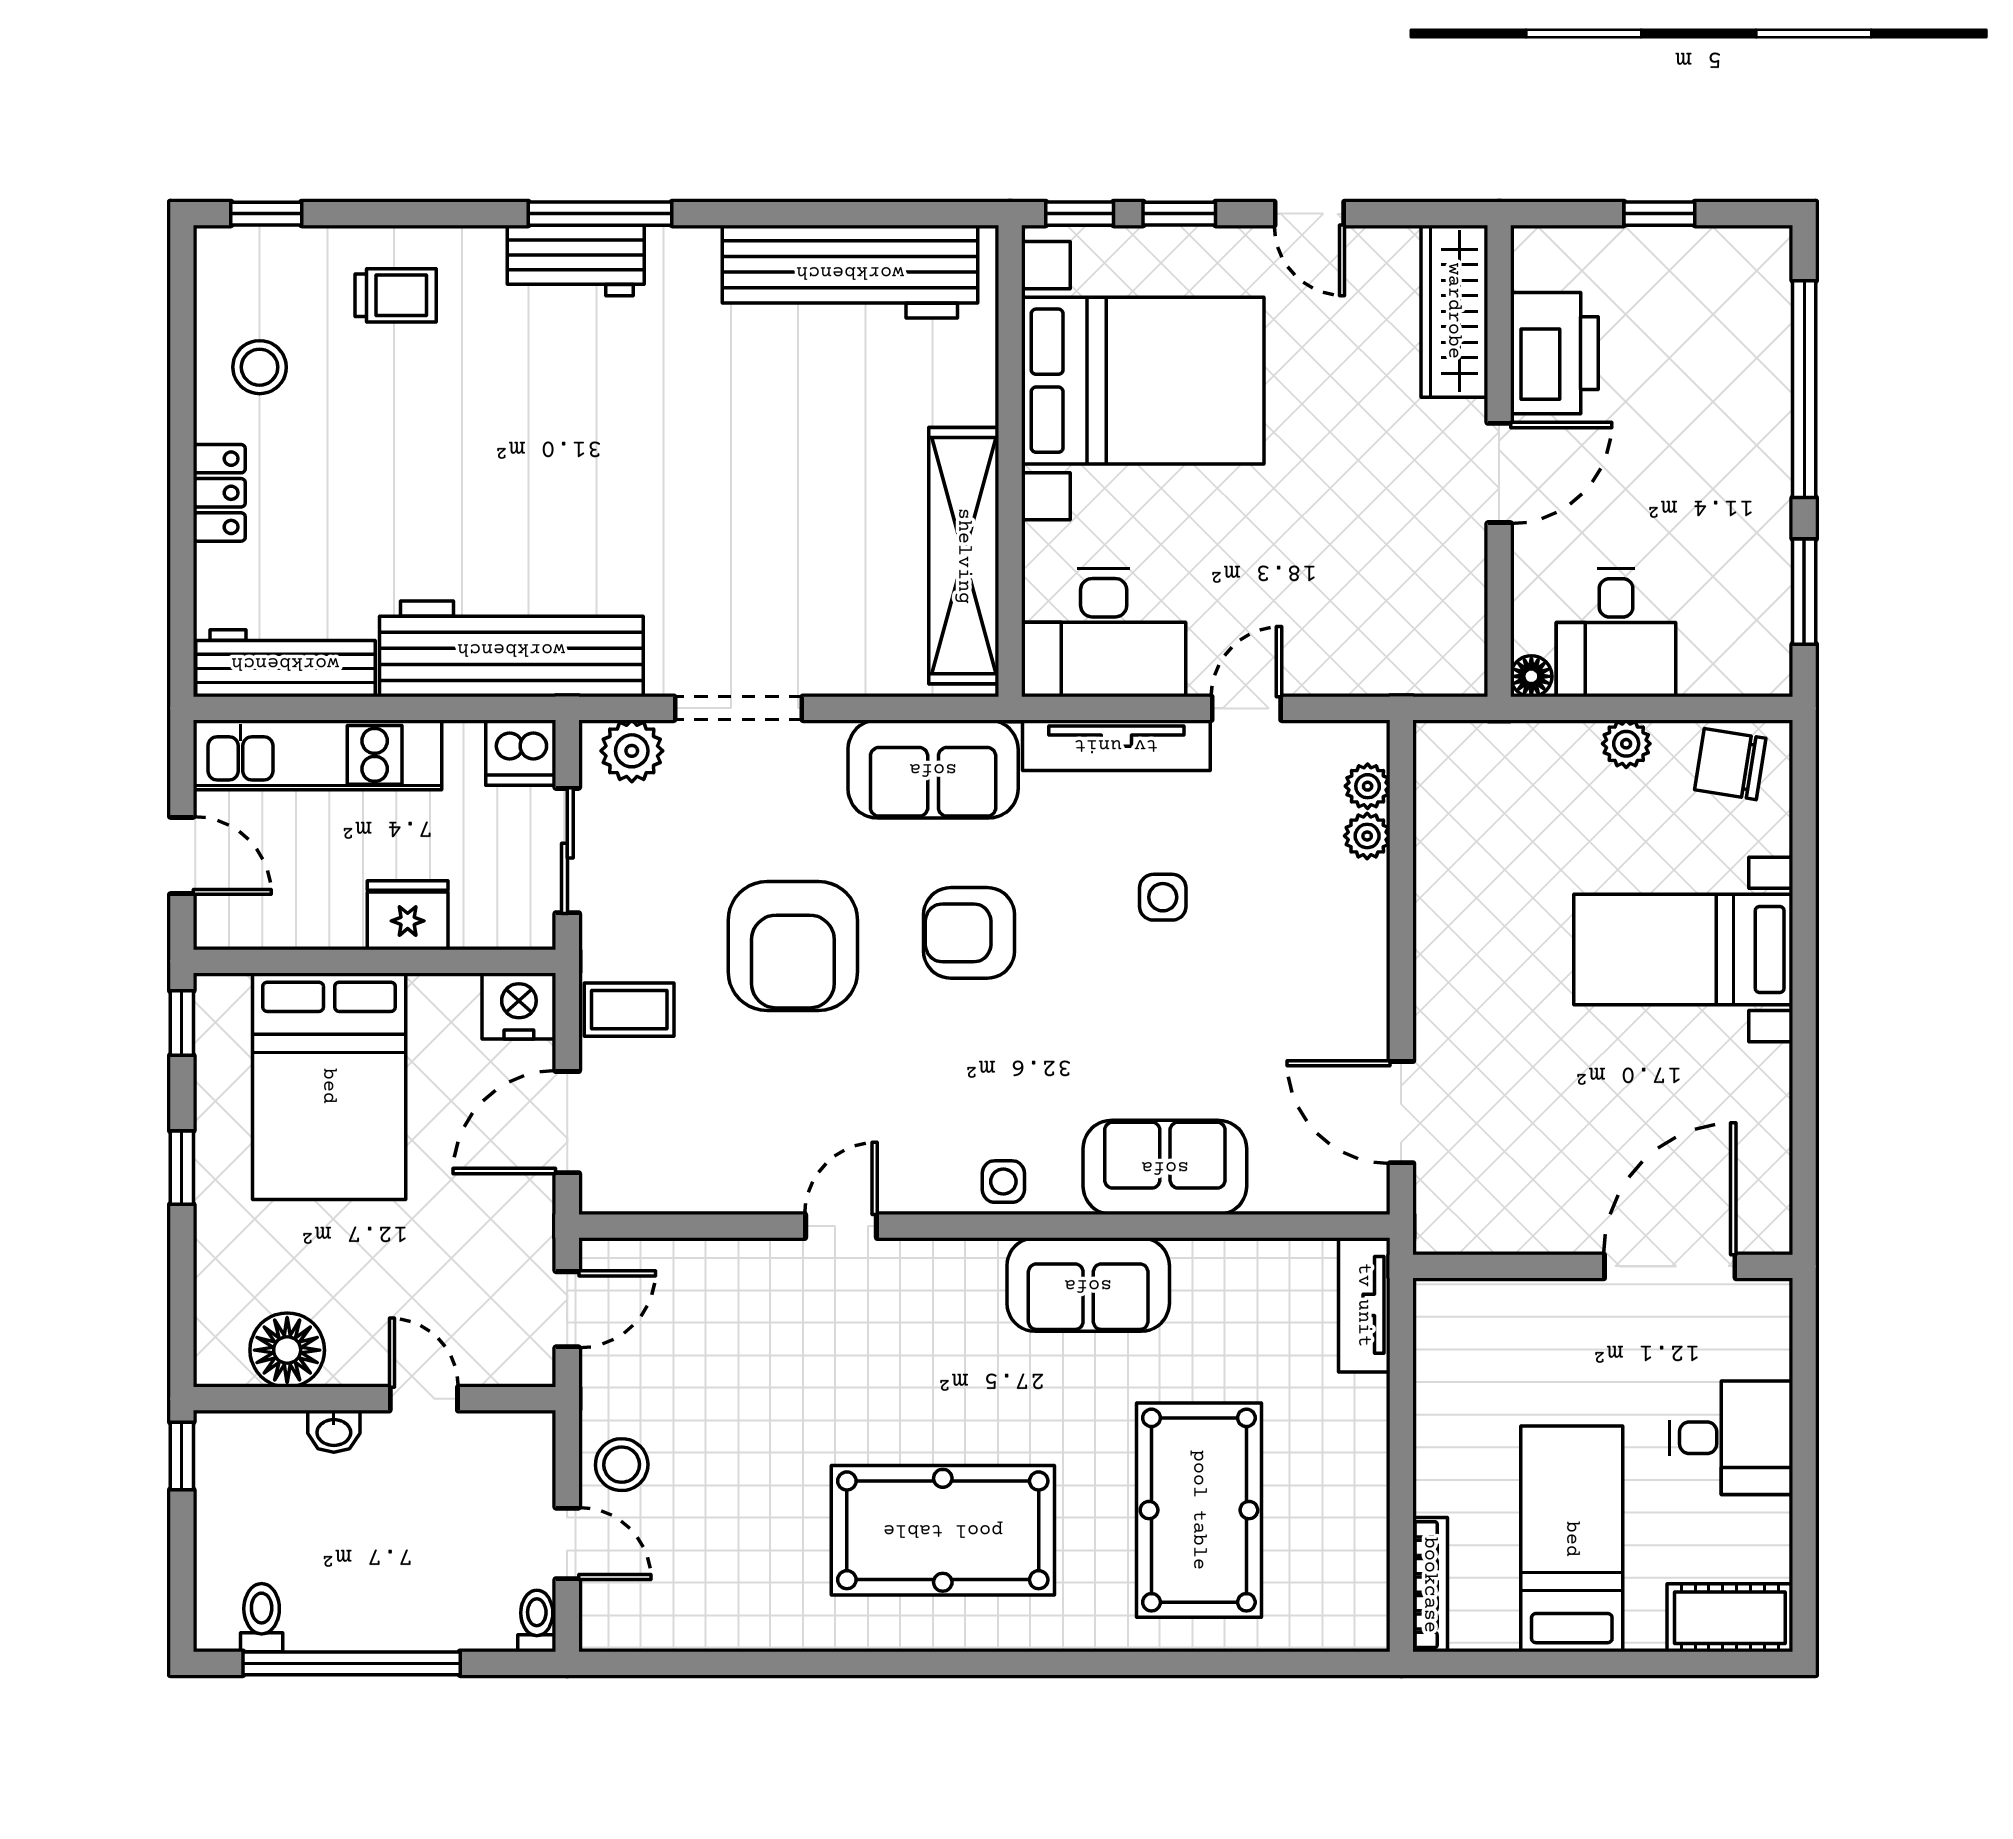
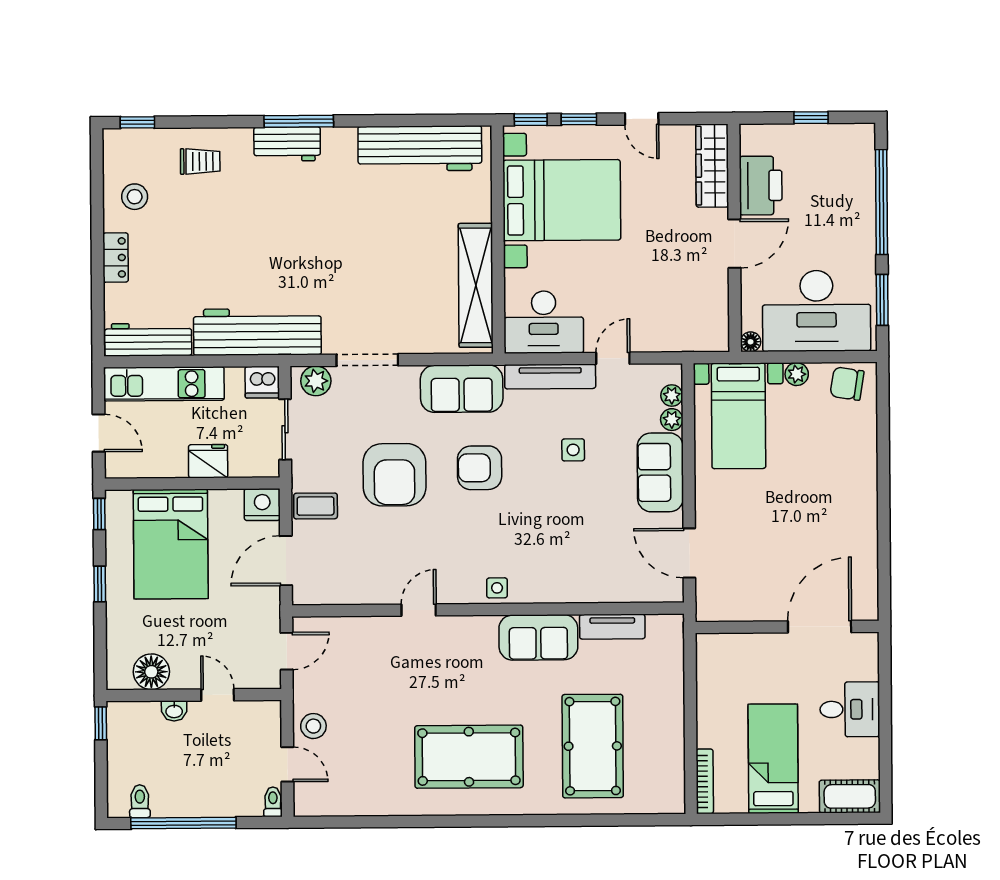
desk: (1616, 633) -> (816, 311), width x1.87, depth x1.30
bed with nightstands: (1683, 949) -> (739, 416), moved, turned -90
sofa: (1165, 1167) -> (660, 472), moved, turned -90
tv unit: (1364, 1305) -> (612, 627), moved, turned -90

